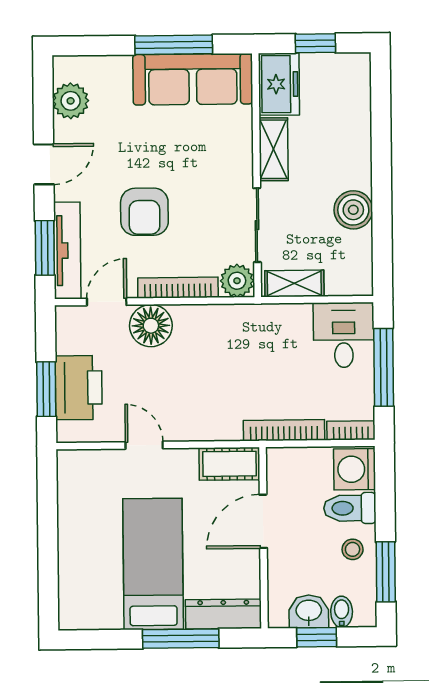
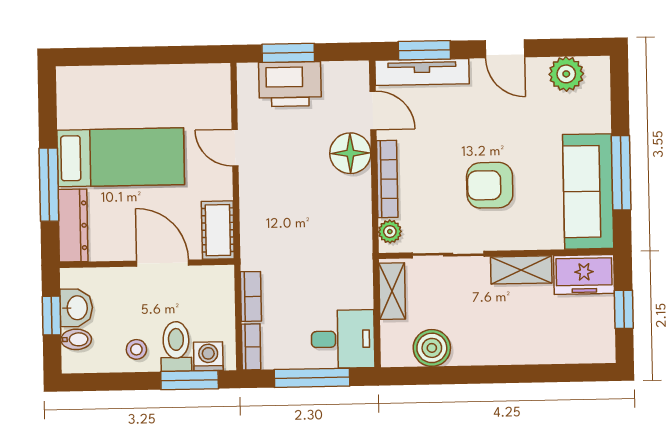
boiler: (353, 210) -> (432, 348), moved
armchair: (144, 212) -> (490, 185), moved
plant: (237, 281) -> (390, 232), width x0.73, depth x0.73
bookcase: (284, 430) -> (251, 296), width x0.64
door: (144, 445) -> (235, 148), swing flipped
washing machine: (355, 469) -> (208, 356), width x0.73, depth x0.73
window: (386, 572) -> (190, 380), moved

